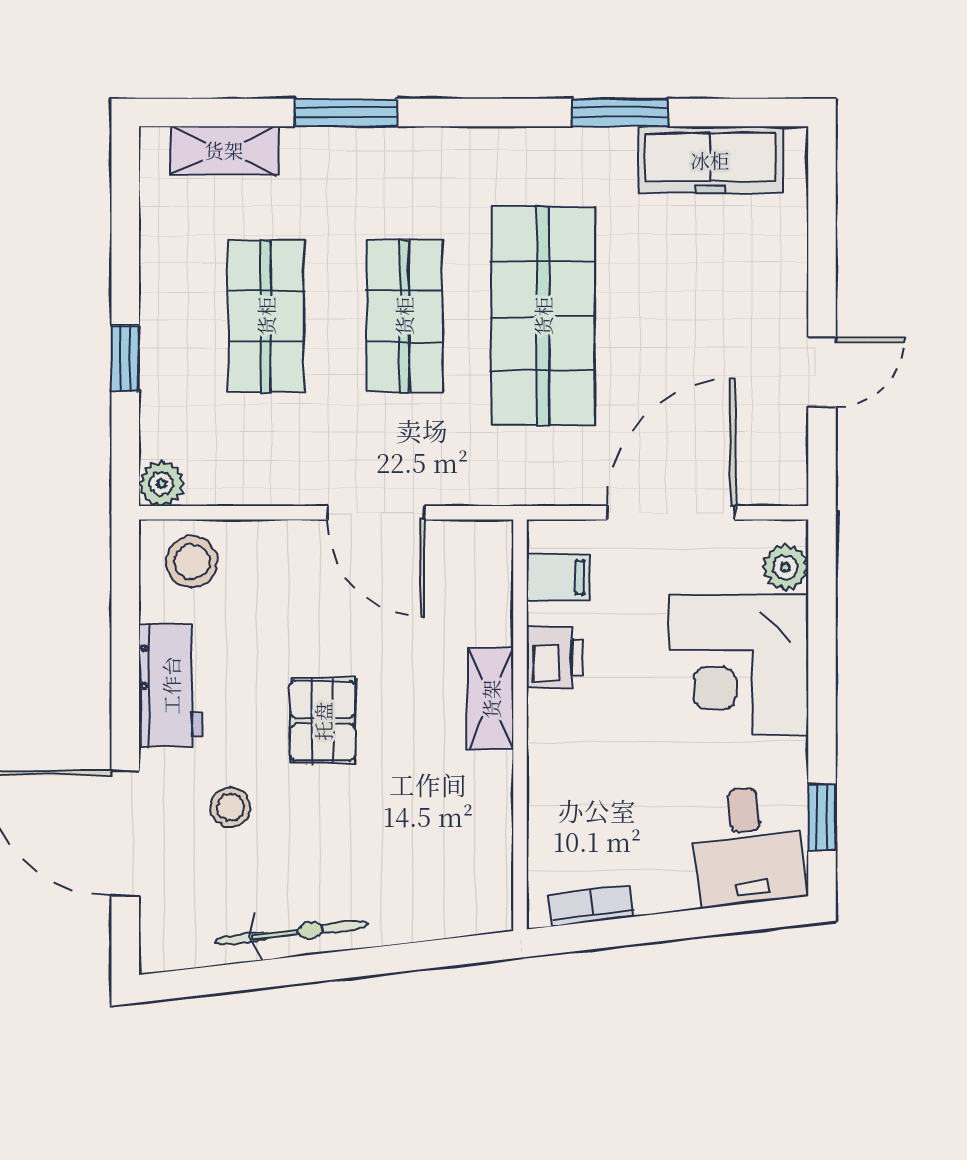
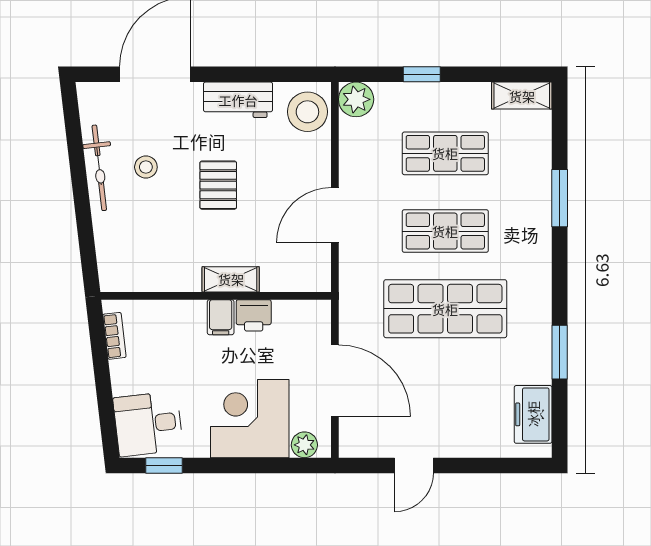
shelving: (224, 150) -> (522, 96), moved, turned 90
freezer: (710, 160) -> (533, 414), width x0.71
door: (822, 372) -> (414, 465), hinge flipped
plant: (161, 484) -> (356, 99), width x1.38, depth x1.38
stool: (192, 562) -> (307, 112), width x1.38, depth x1.38
filing cabinet: (558, 577) -> (221, 317), moved
pallet: (323, 721) -> (218, 185), turned 90
stool: (231, 807) -> (146, 167), moved

